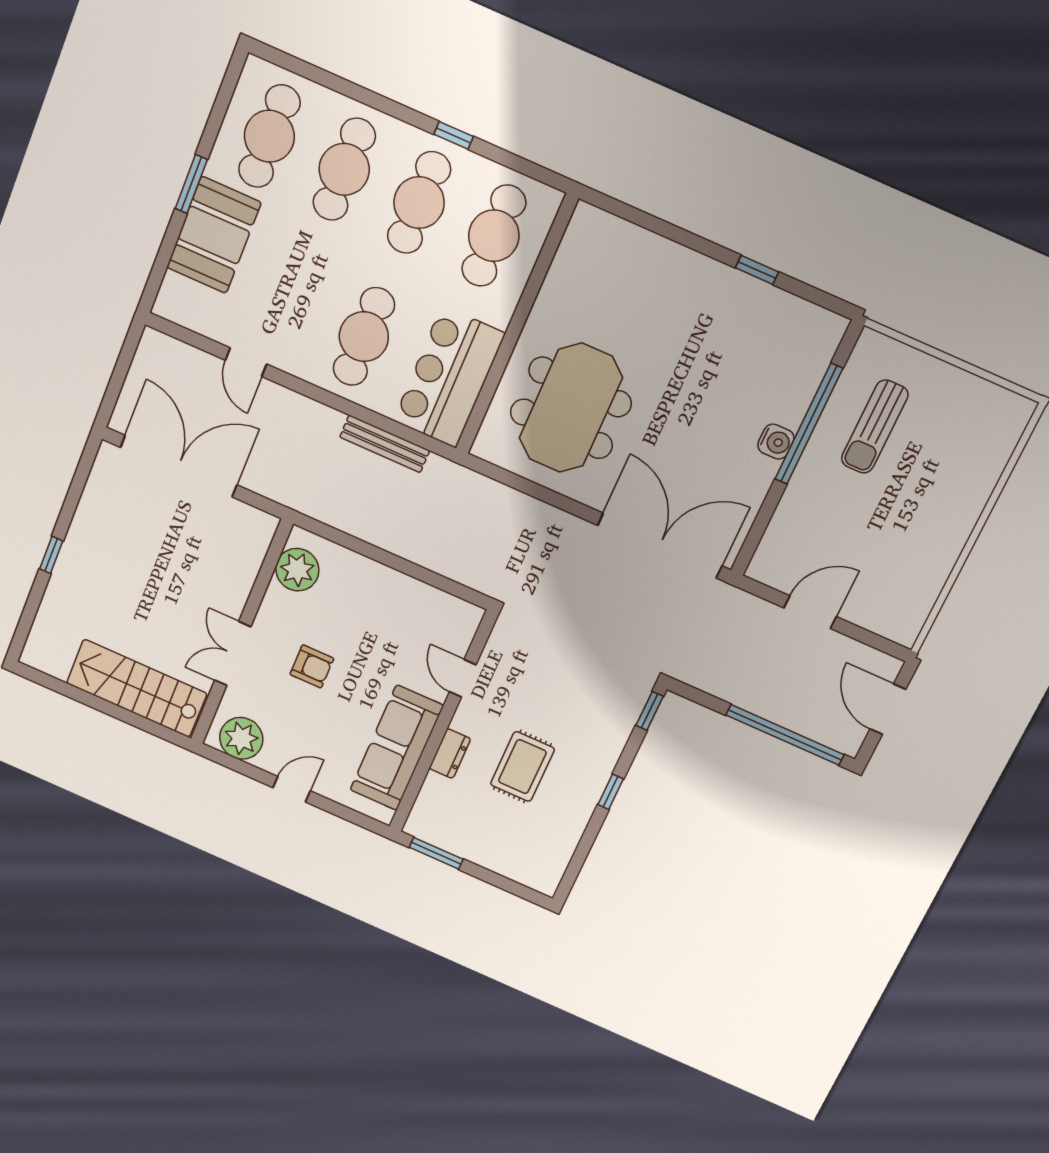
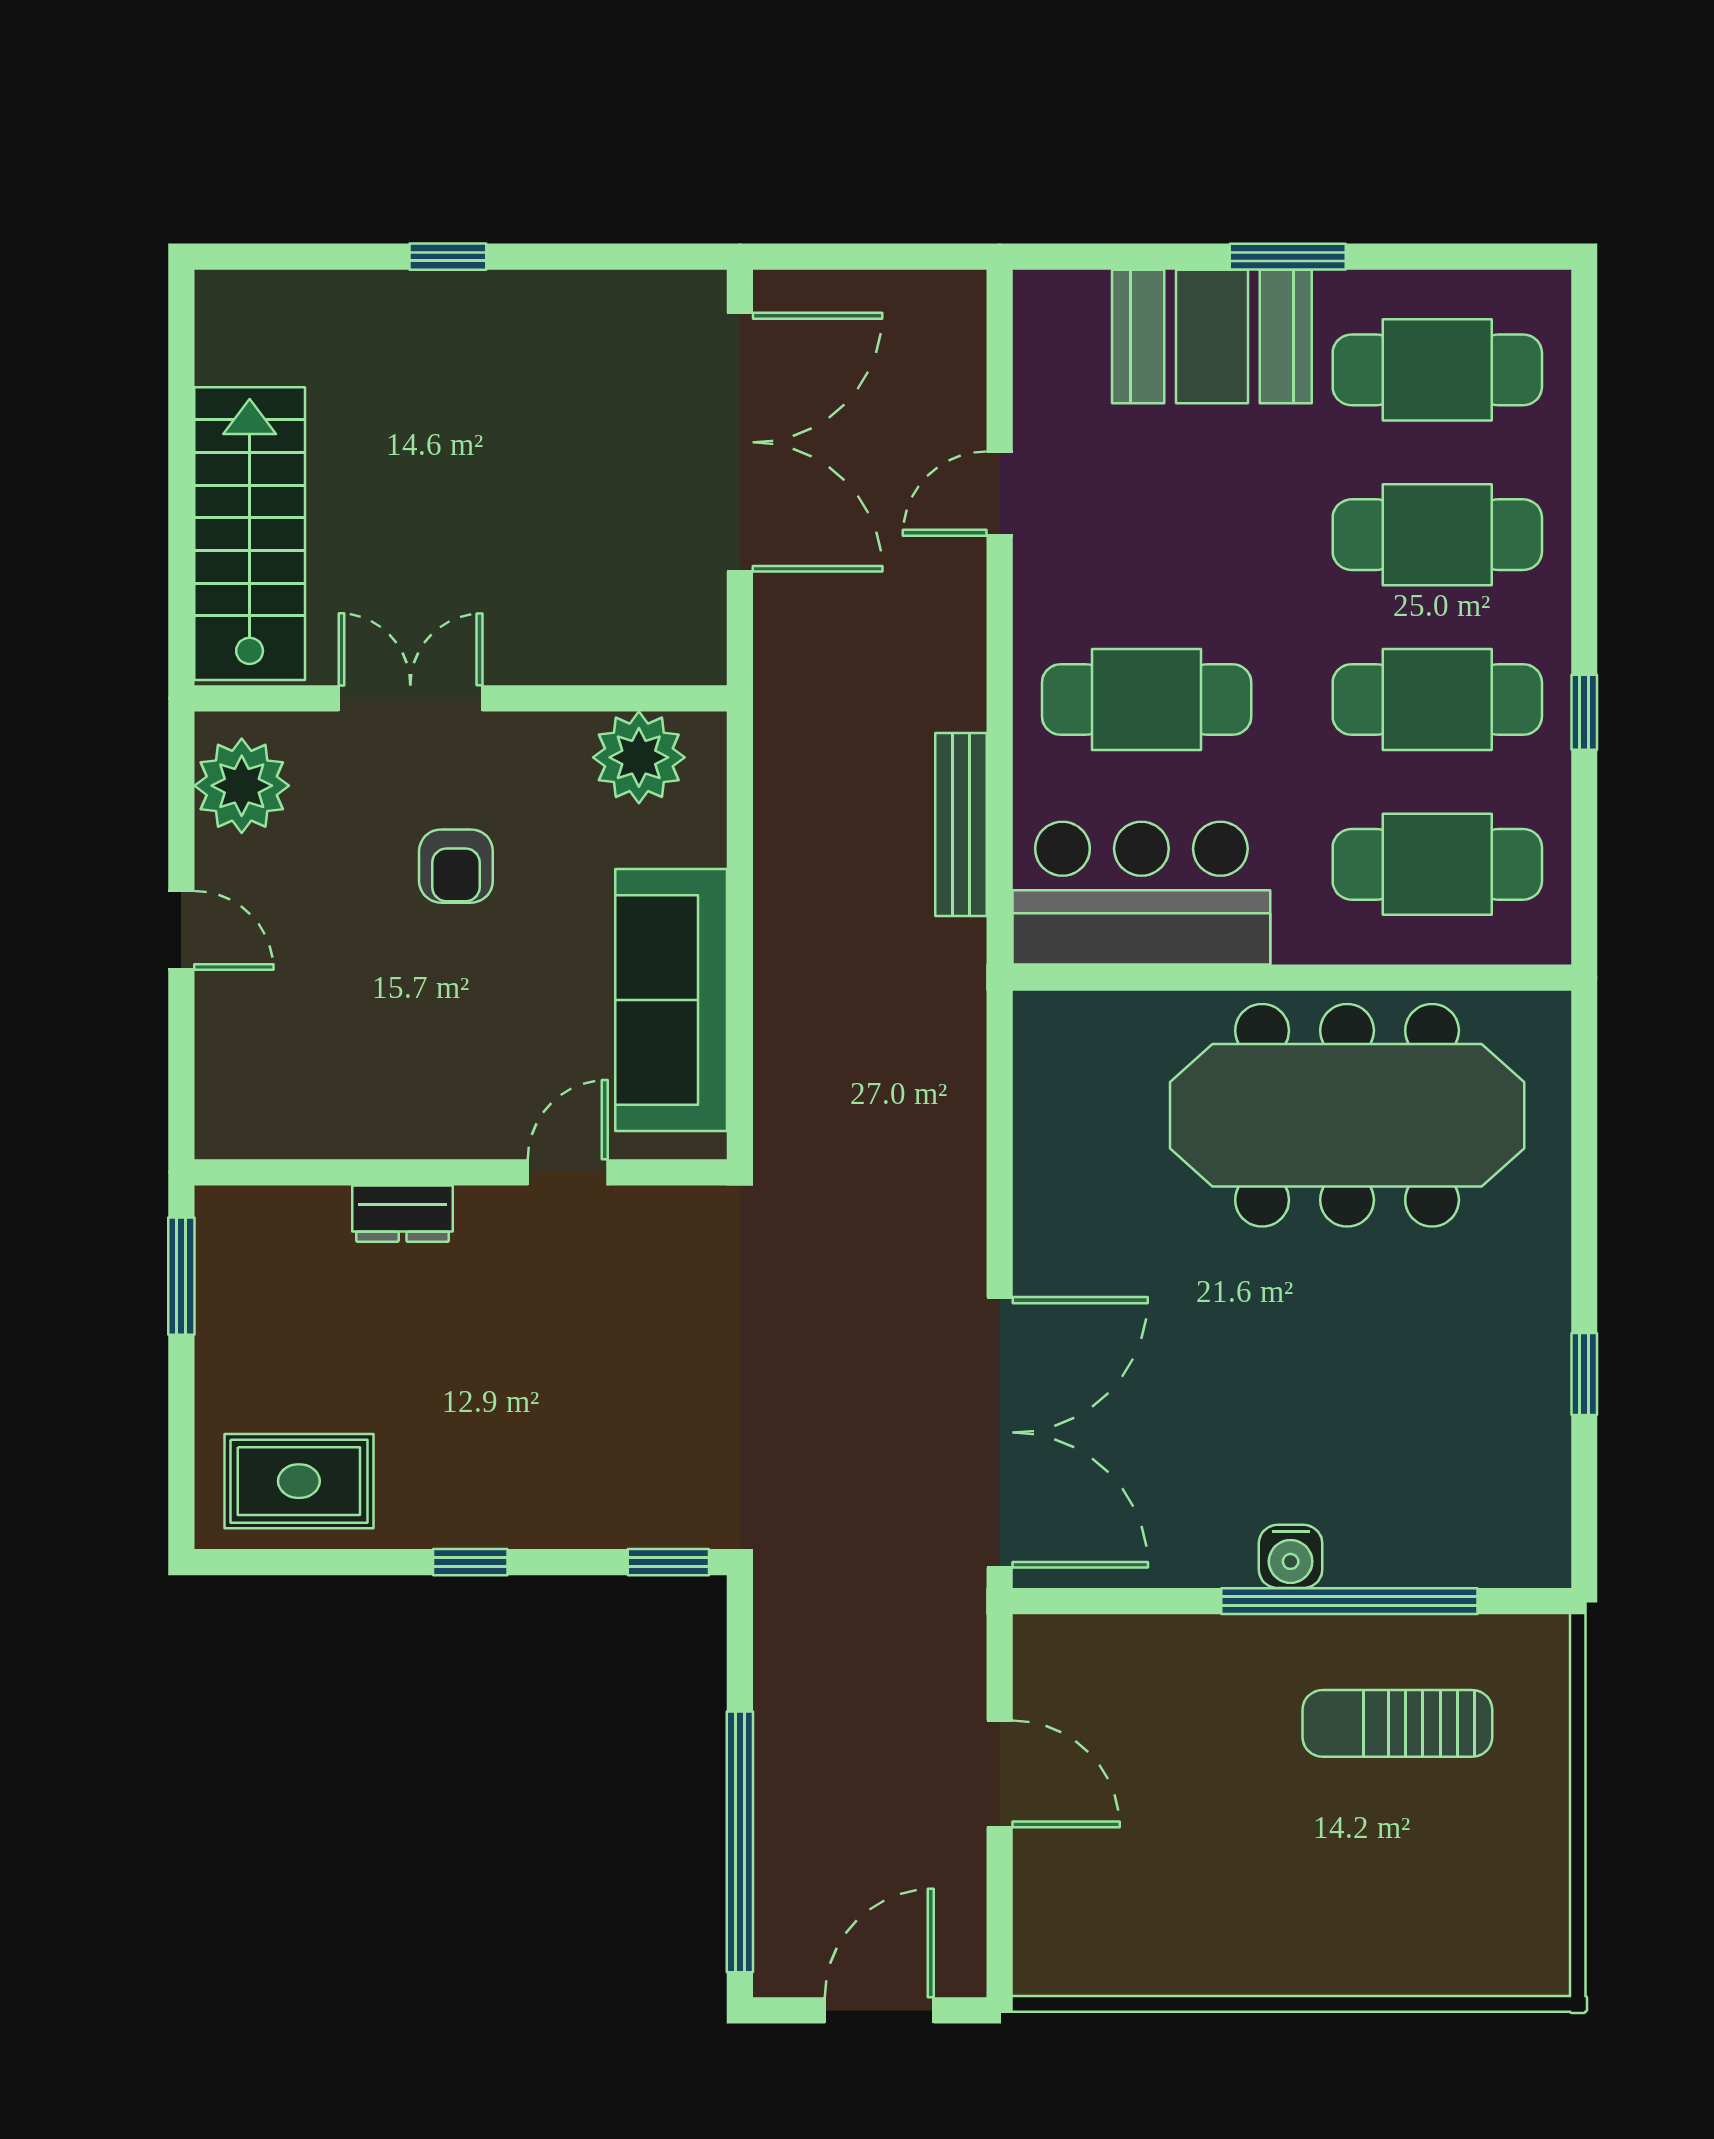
meeting table: (571, 408) -> (1347, 1115), moved, width x1.36
sofa: (397, 748) -> (671, 1000), moved, turned -90
rug: (522, 767) -> (299, 1481), moved

